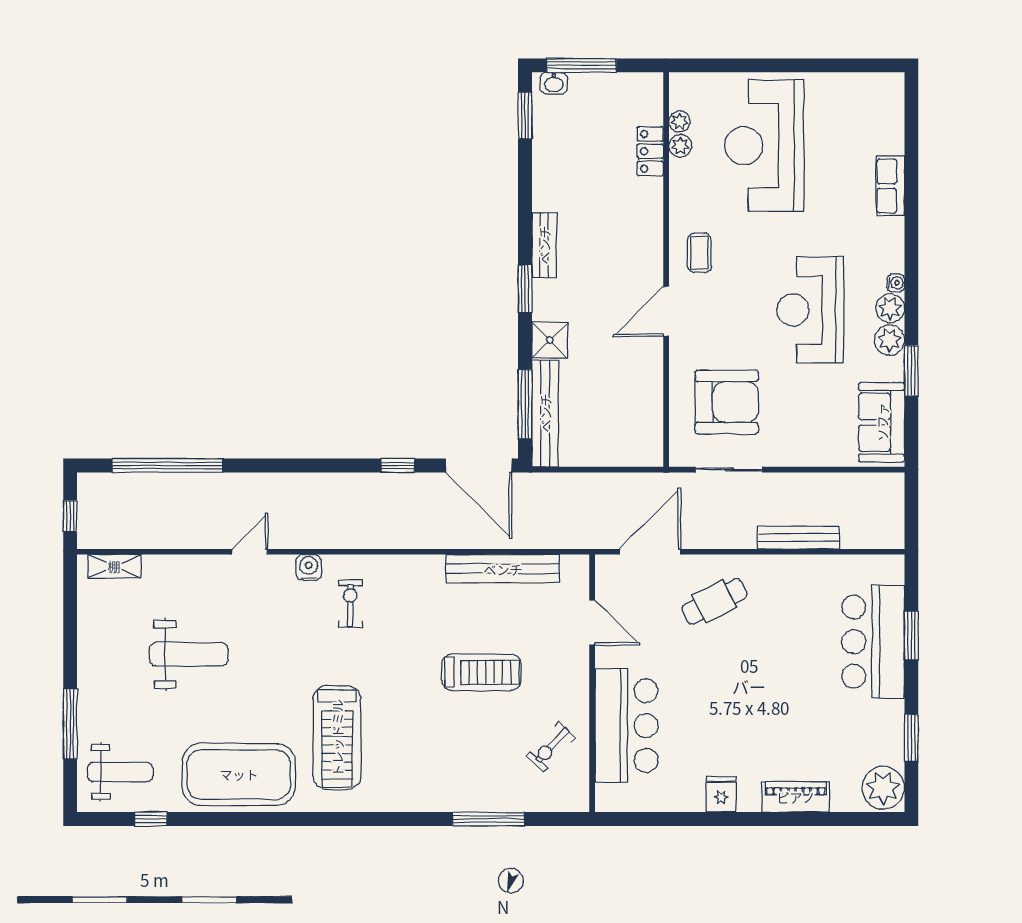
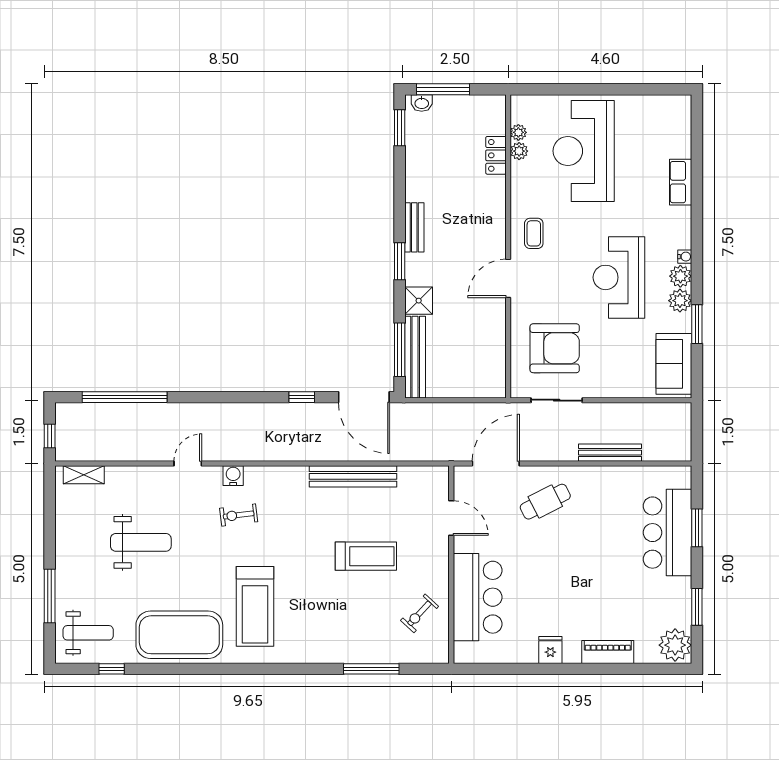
bench: (503, 569) -> (353, 476), moved
exercise bike: (350, 604) -> (239, 515), moved, turned -97

